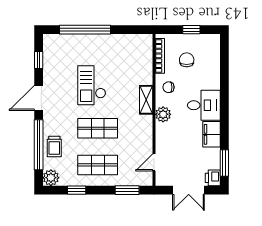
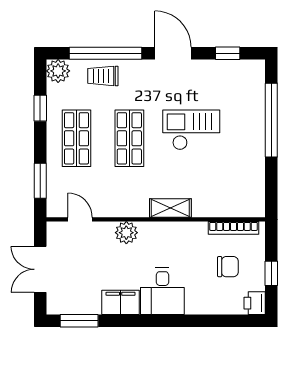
chair: (169, 87) -> (188, 240), removed
plant: (163, 114) -> (126, 233), moved
printer: (213, 178) -> (255, 303), moved, turned -90

